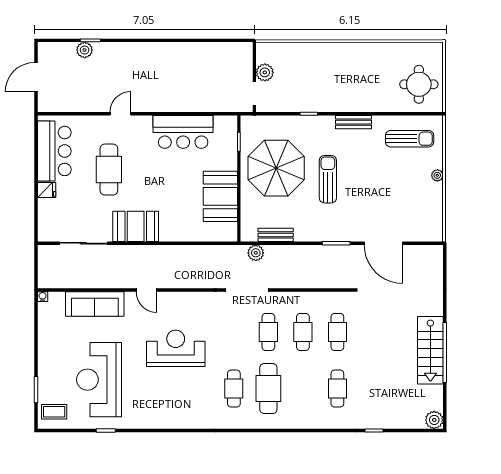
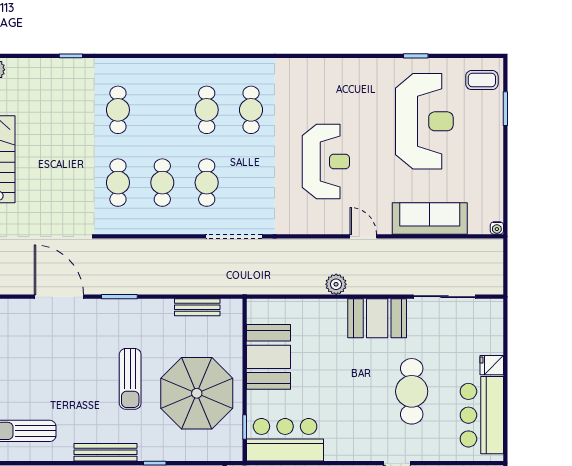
bench: (353, 122) -> (106, 452), width x1.36
bar counter: (183, 132) -> (285, 440), moved
plant: (256, 253) -> (336, 284), moved
reception desk: (176, 348) -> (326, 161), turned -90
cafe table: (268, 389) -> (207, 110), width x0.73, depth x0.74

